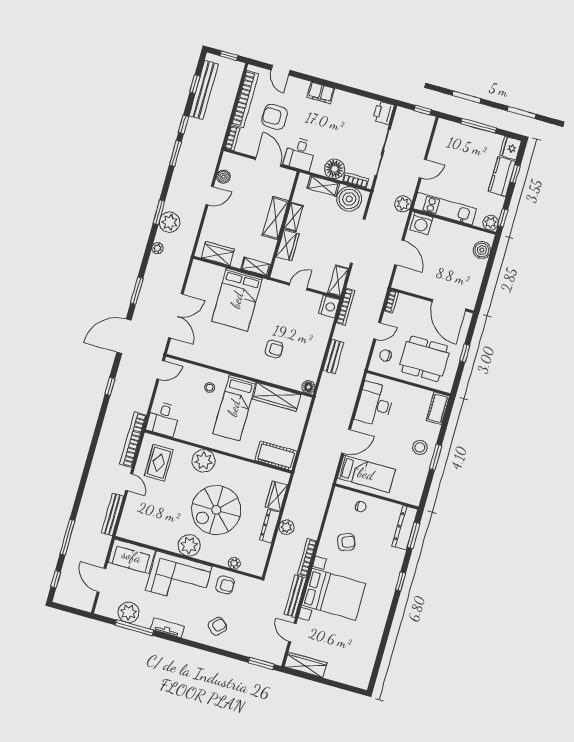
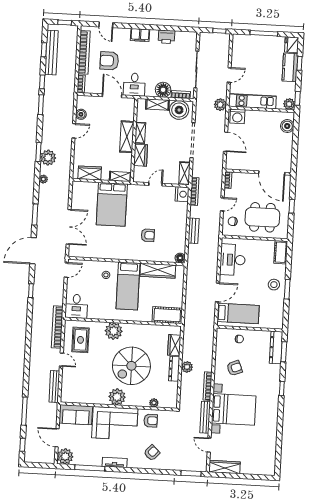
printer: (383, 113) -> (166, 37), moved, turned -90
plant: (129, 612) -> (65, 456), moved

